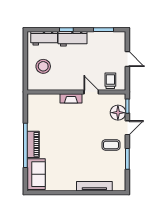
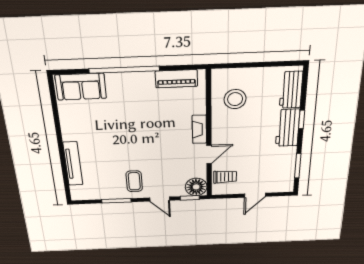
stool: (43, 66) -> (235, 99), moved
floor lamp: (118, 113) -> (196, 187), moved
piano: (33, 144) -> (176, 79), moved

